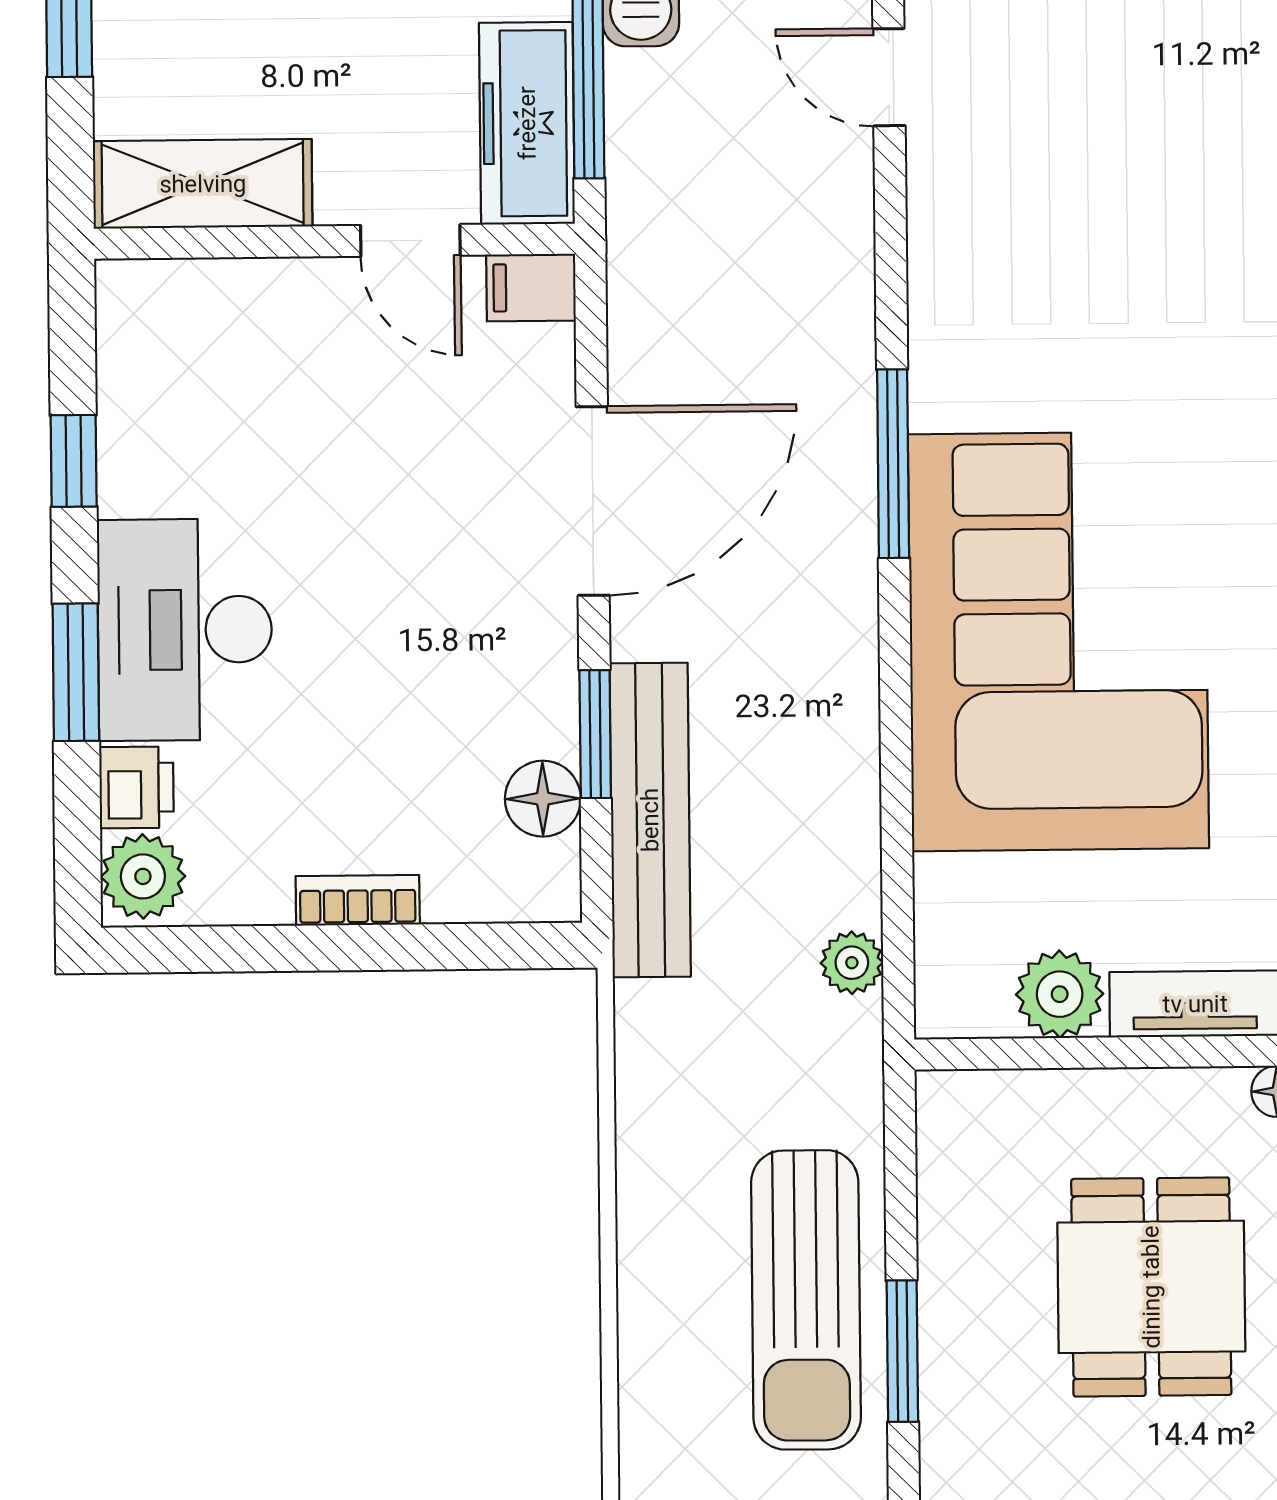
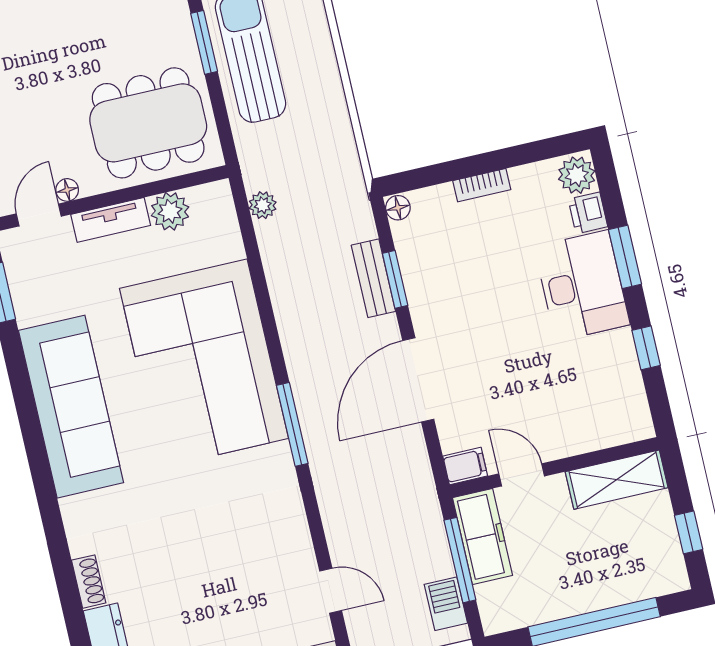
floor lamp: (543, 799) -> (398, 208), moved, width x0.73, depth x0.73
bench: (650, 820) -> (373, 278), width x0.54, depth x0.82
dining table: (1151, 1287) -> (148, 123), moved, width x1.37

